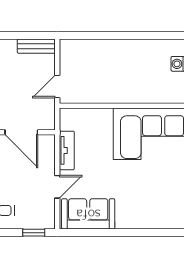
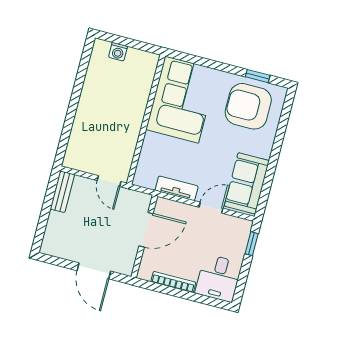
door: (57, 187) -> (211, 208), hinge flipped
armchair: (159, 197) -> (248, 106), added

